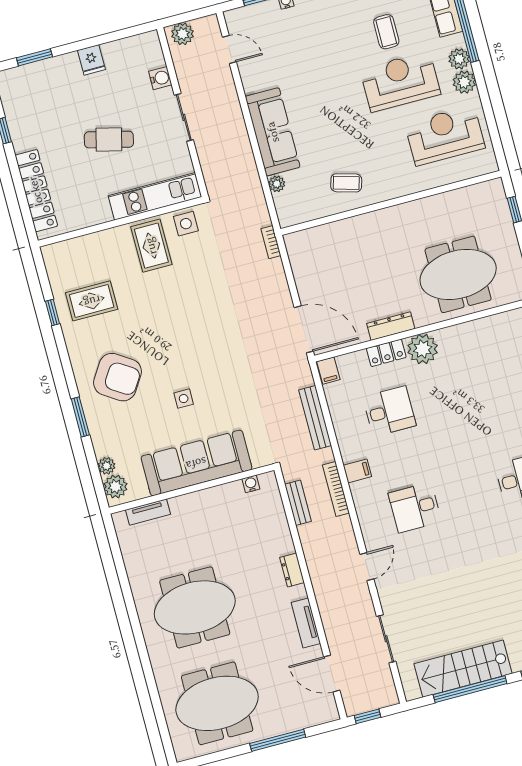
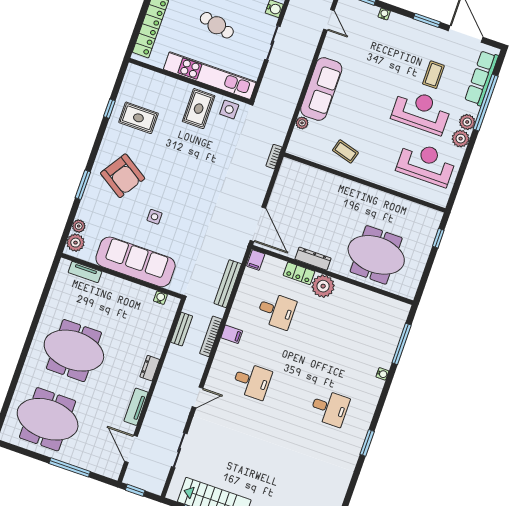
kitchen unit: (155, 196) -> (210, 76), width x1.36
desk: (415, 507) -> (252, 381), turned 180

